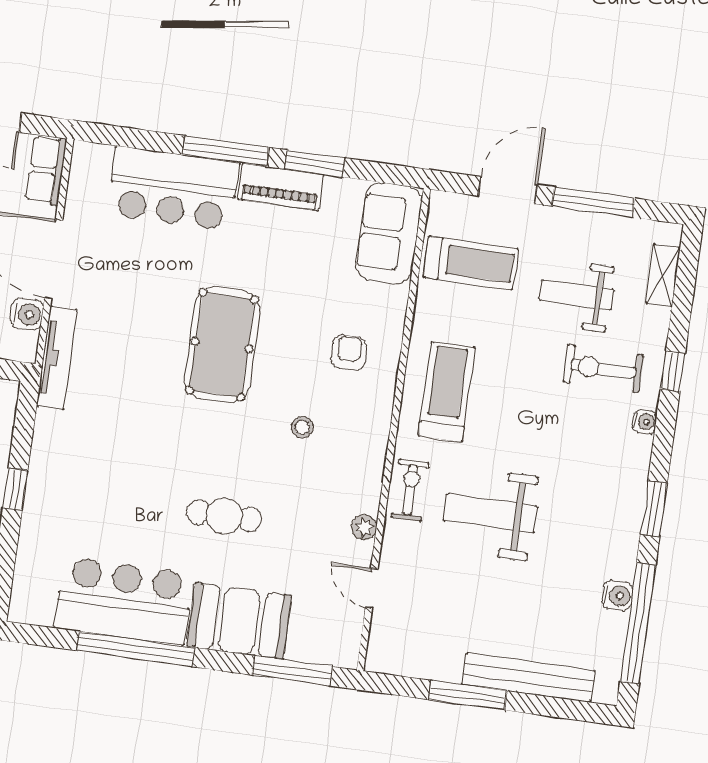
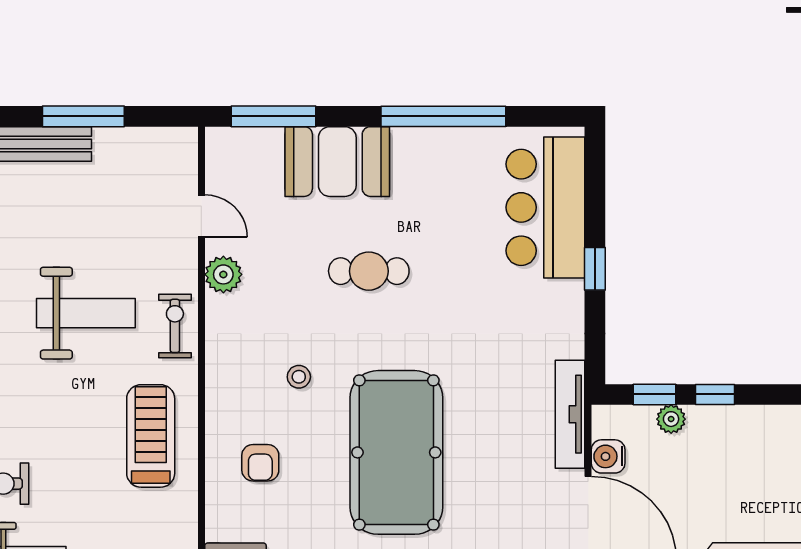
pool table: (222, 345) -> (396, 452), width x1.36, depth x1.32
treadmill: (447, 392) -> (151, 436), turned 180
exercise bike: (410, 490) -> (175, 326), turned 180
plant: (364, 527) -> (223, 274), width x1.38, depth x1.38
bar counter: (124, 601) -> (545, 207), moved, turned 90

